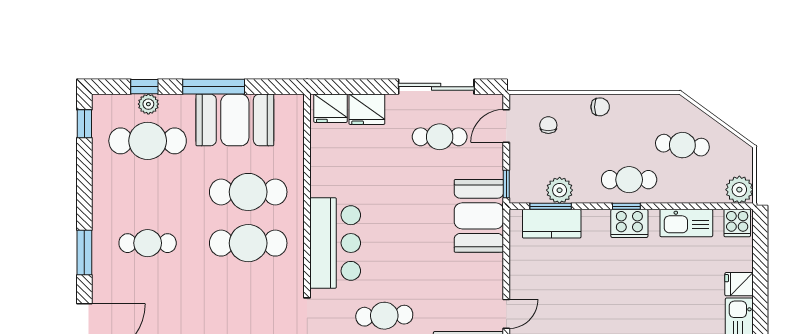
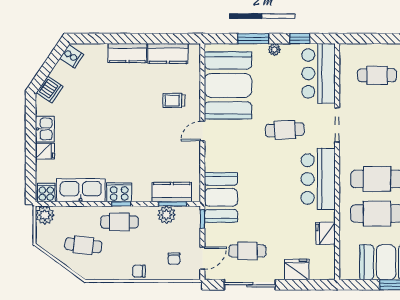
fridge: (330, 108) -> (326, 233), moved, turned -90
kitchen sink: (686, 223) -> (81, 190), width x1.36, depth x1.24

